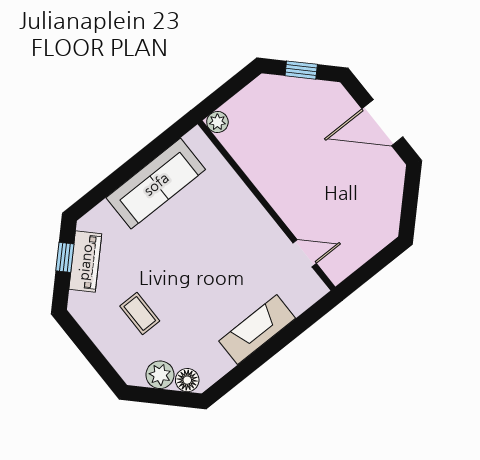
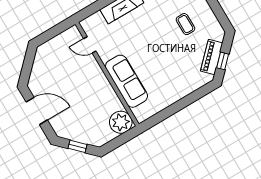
plant: (217, 122) -> (121, 122), width x1.88, depth x1.88
sofa: (156, 184) -> (126, 81), moved, turned 90

